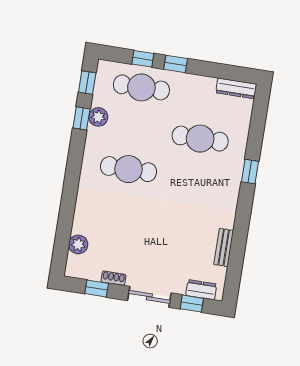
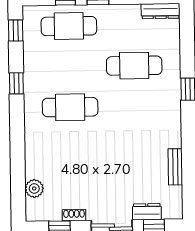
plant: (98, 117) -> (32, 62), removed
window: (81, 118) -> (16, 83), moved
dresser: (201, 290) -> (147, 212), moved

